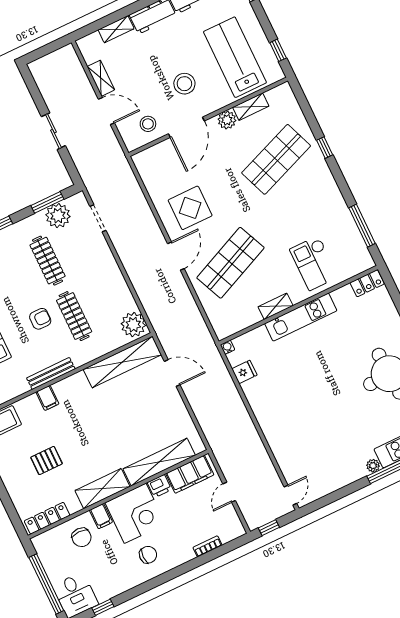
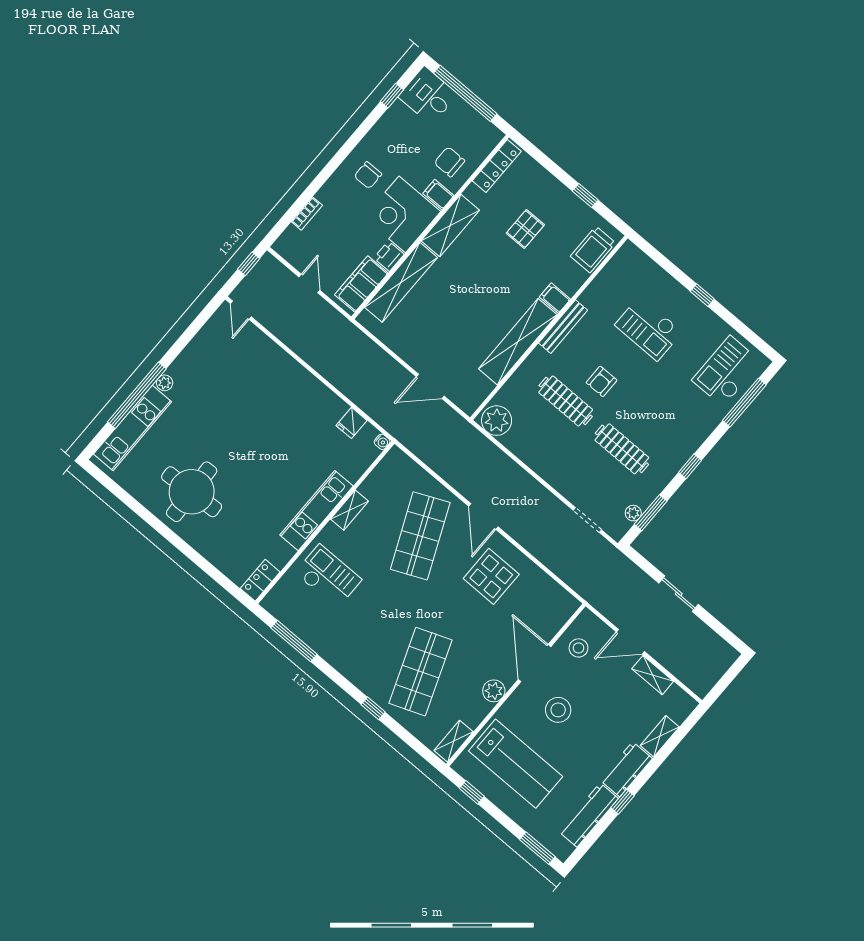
shelving: (251, 107) -> (454, 741), moved
plant: (58, 216) -> (633, 513), width x0.53, depth x0.53
shelving: (122, 362) -> (518, 342), moved

